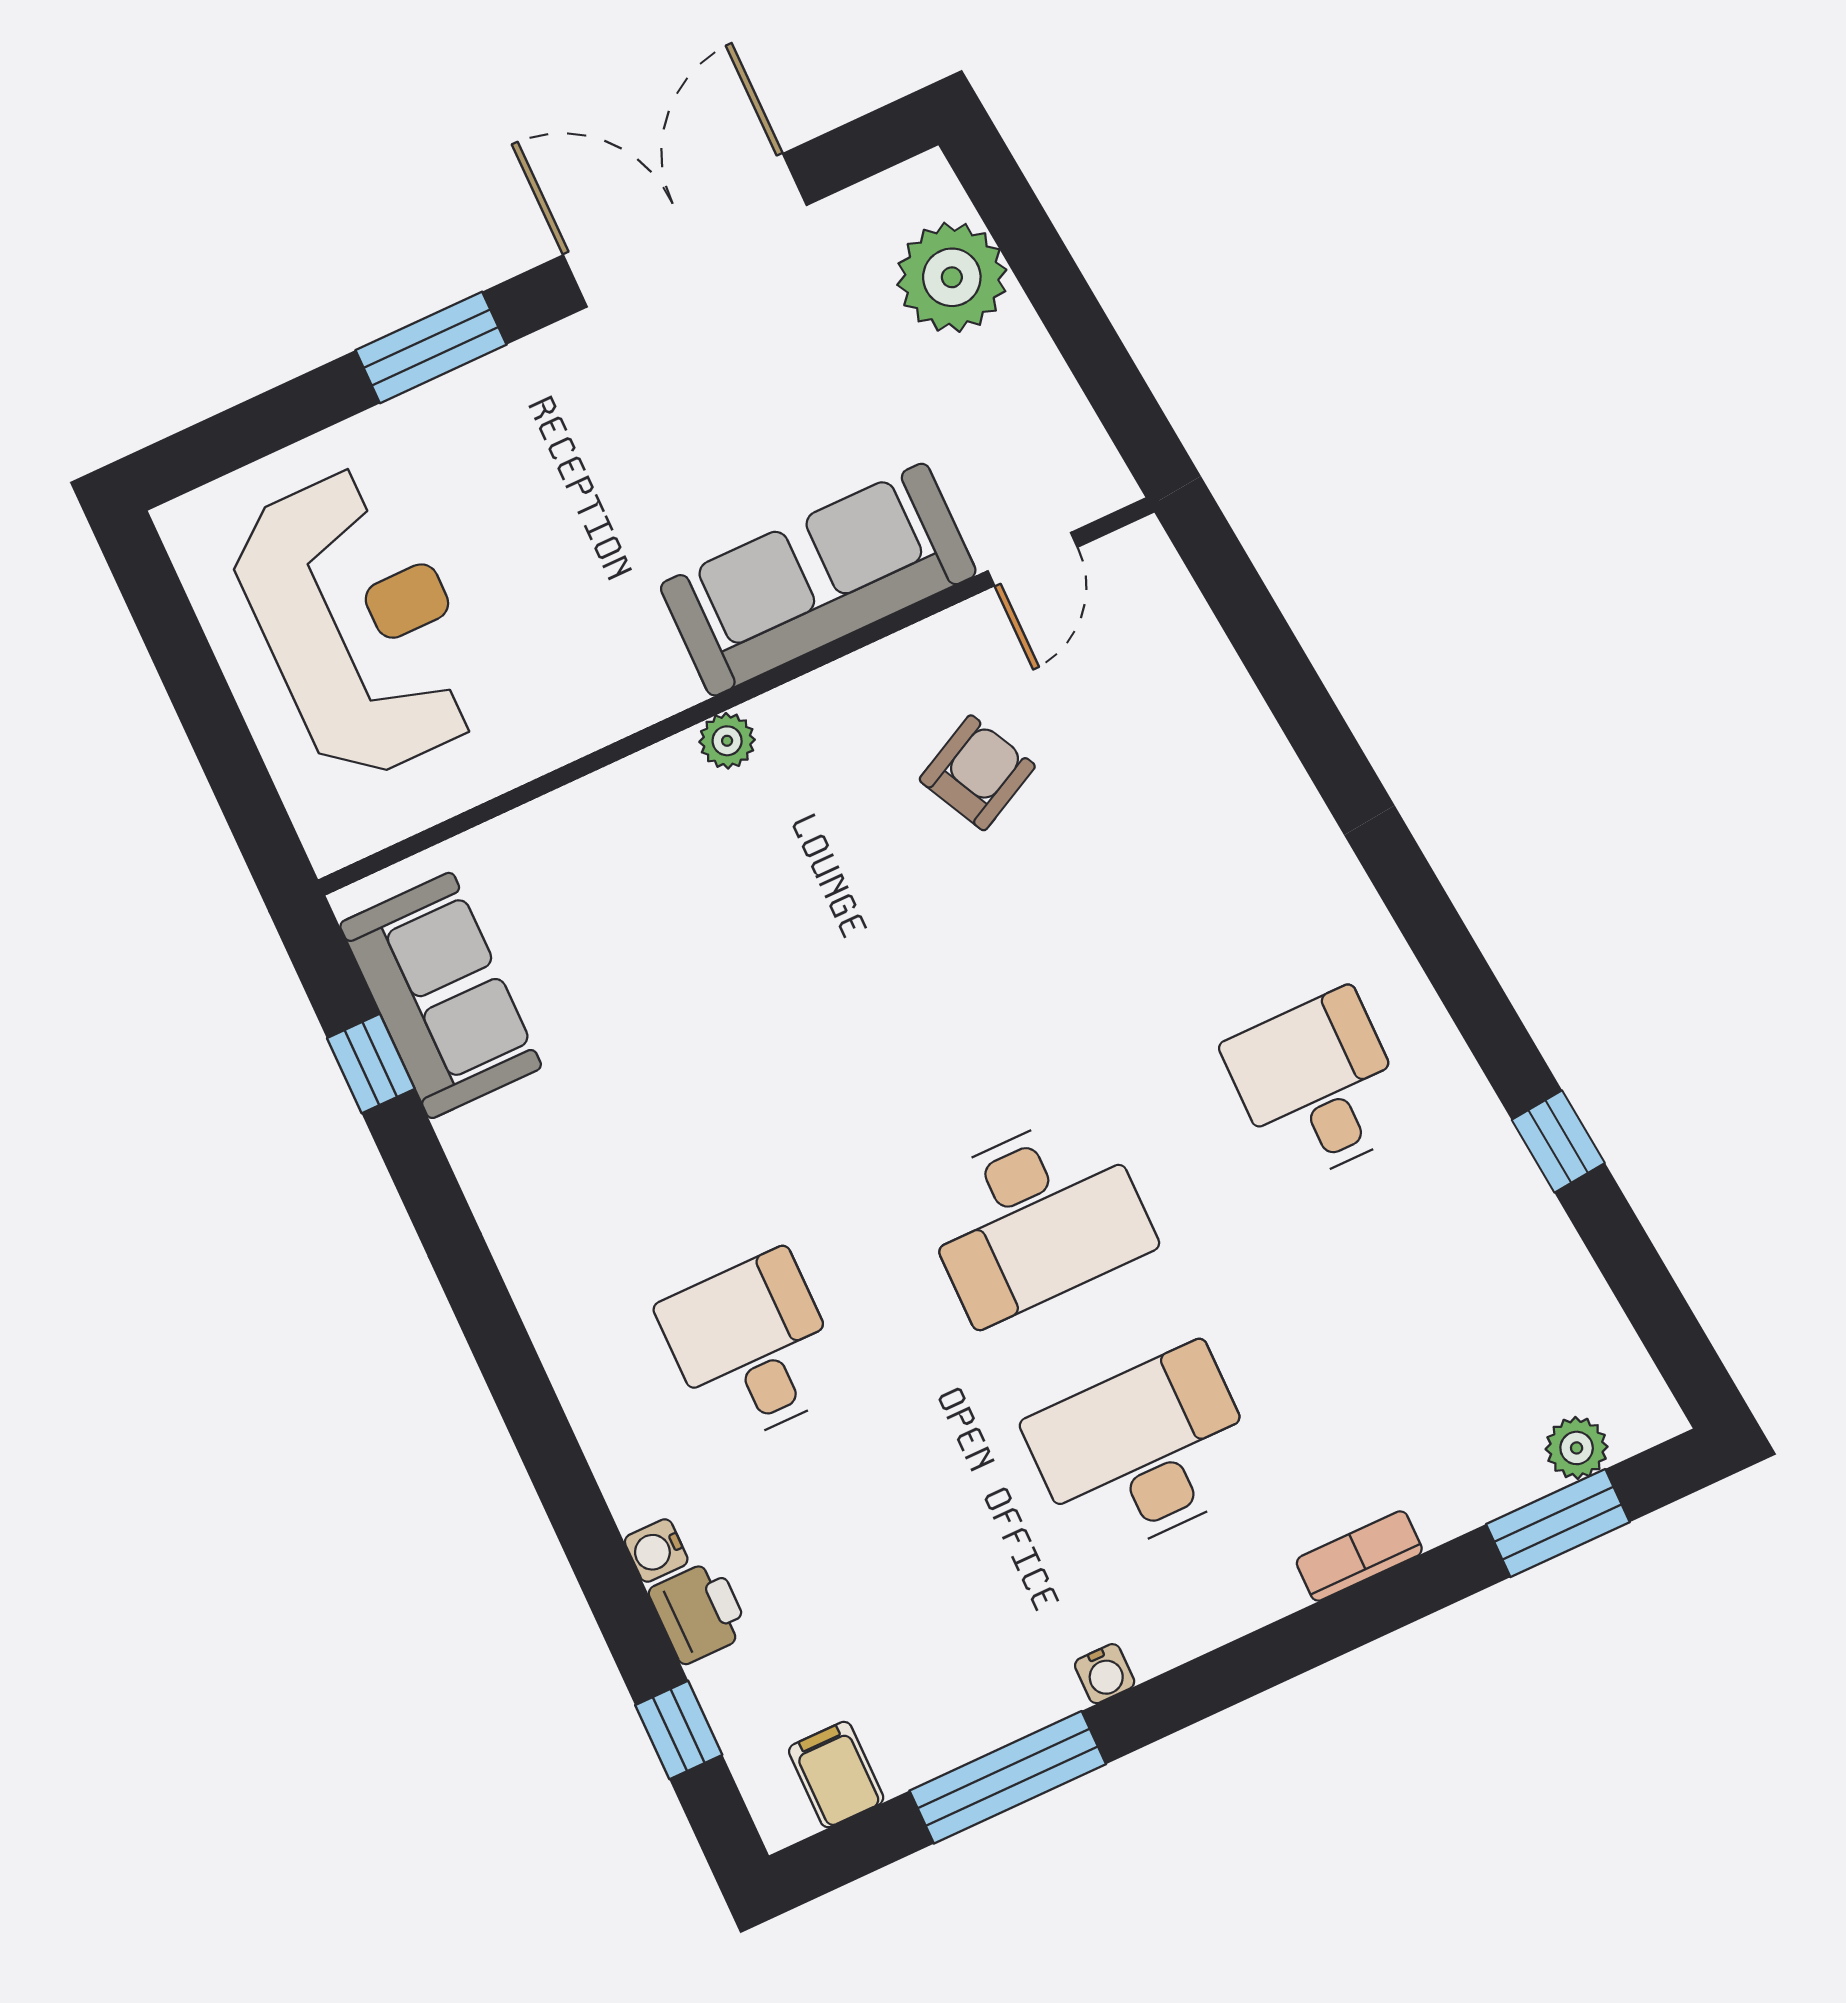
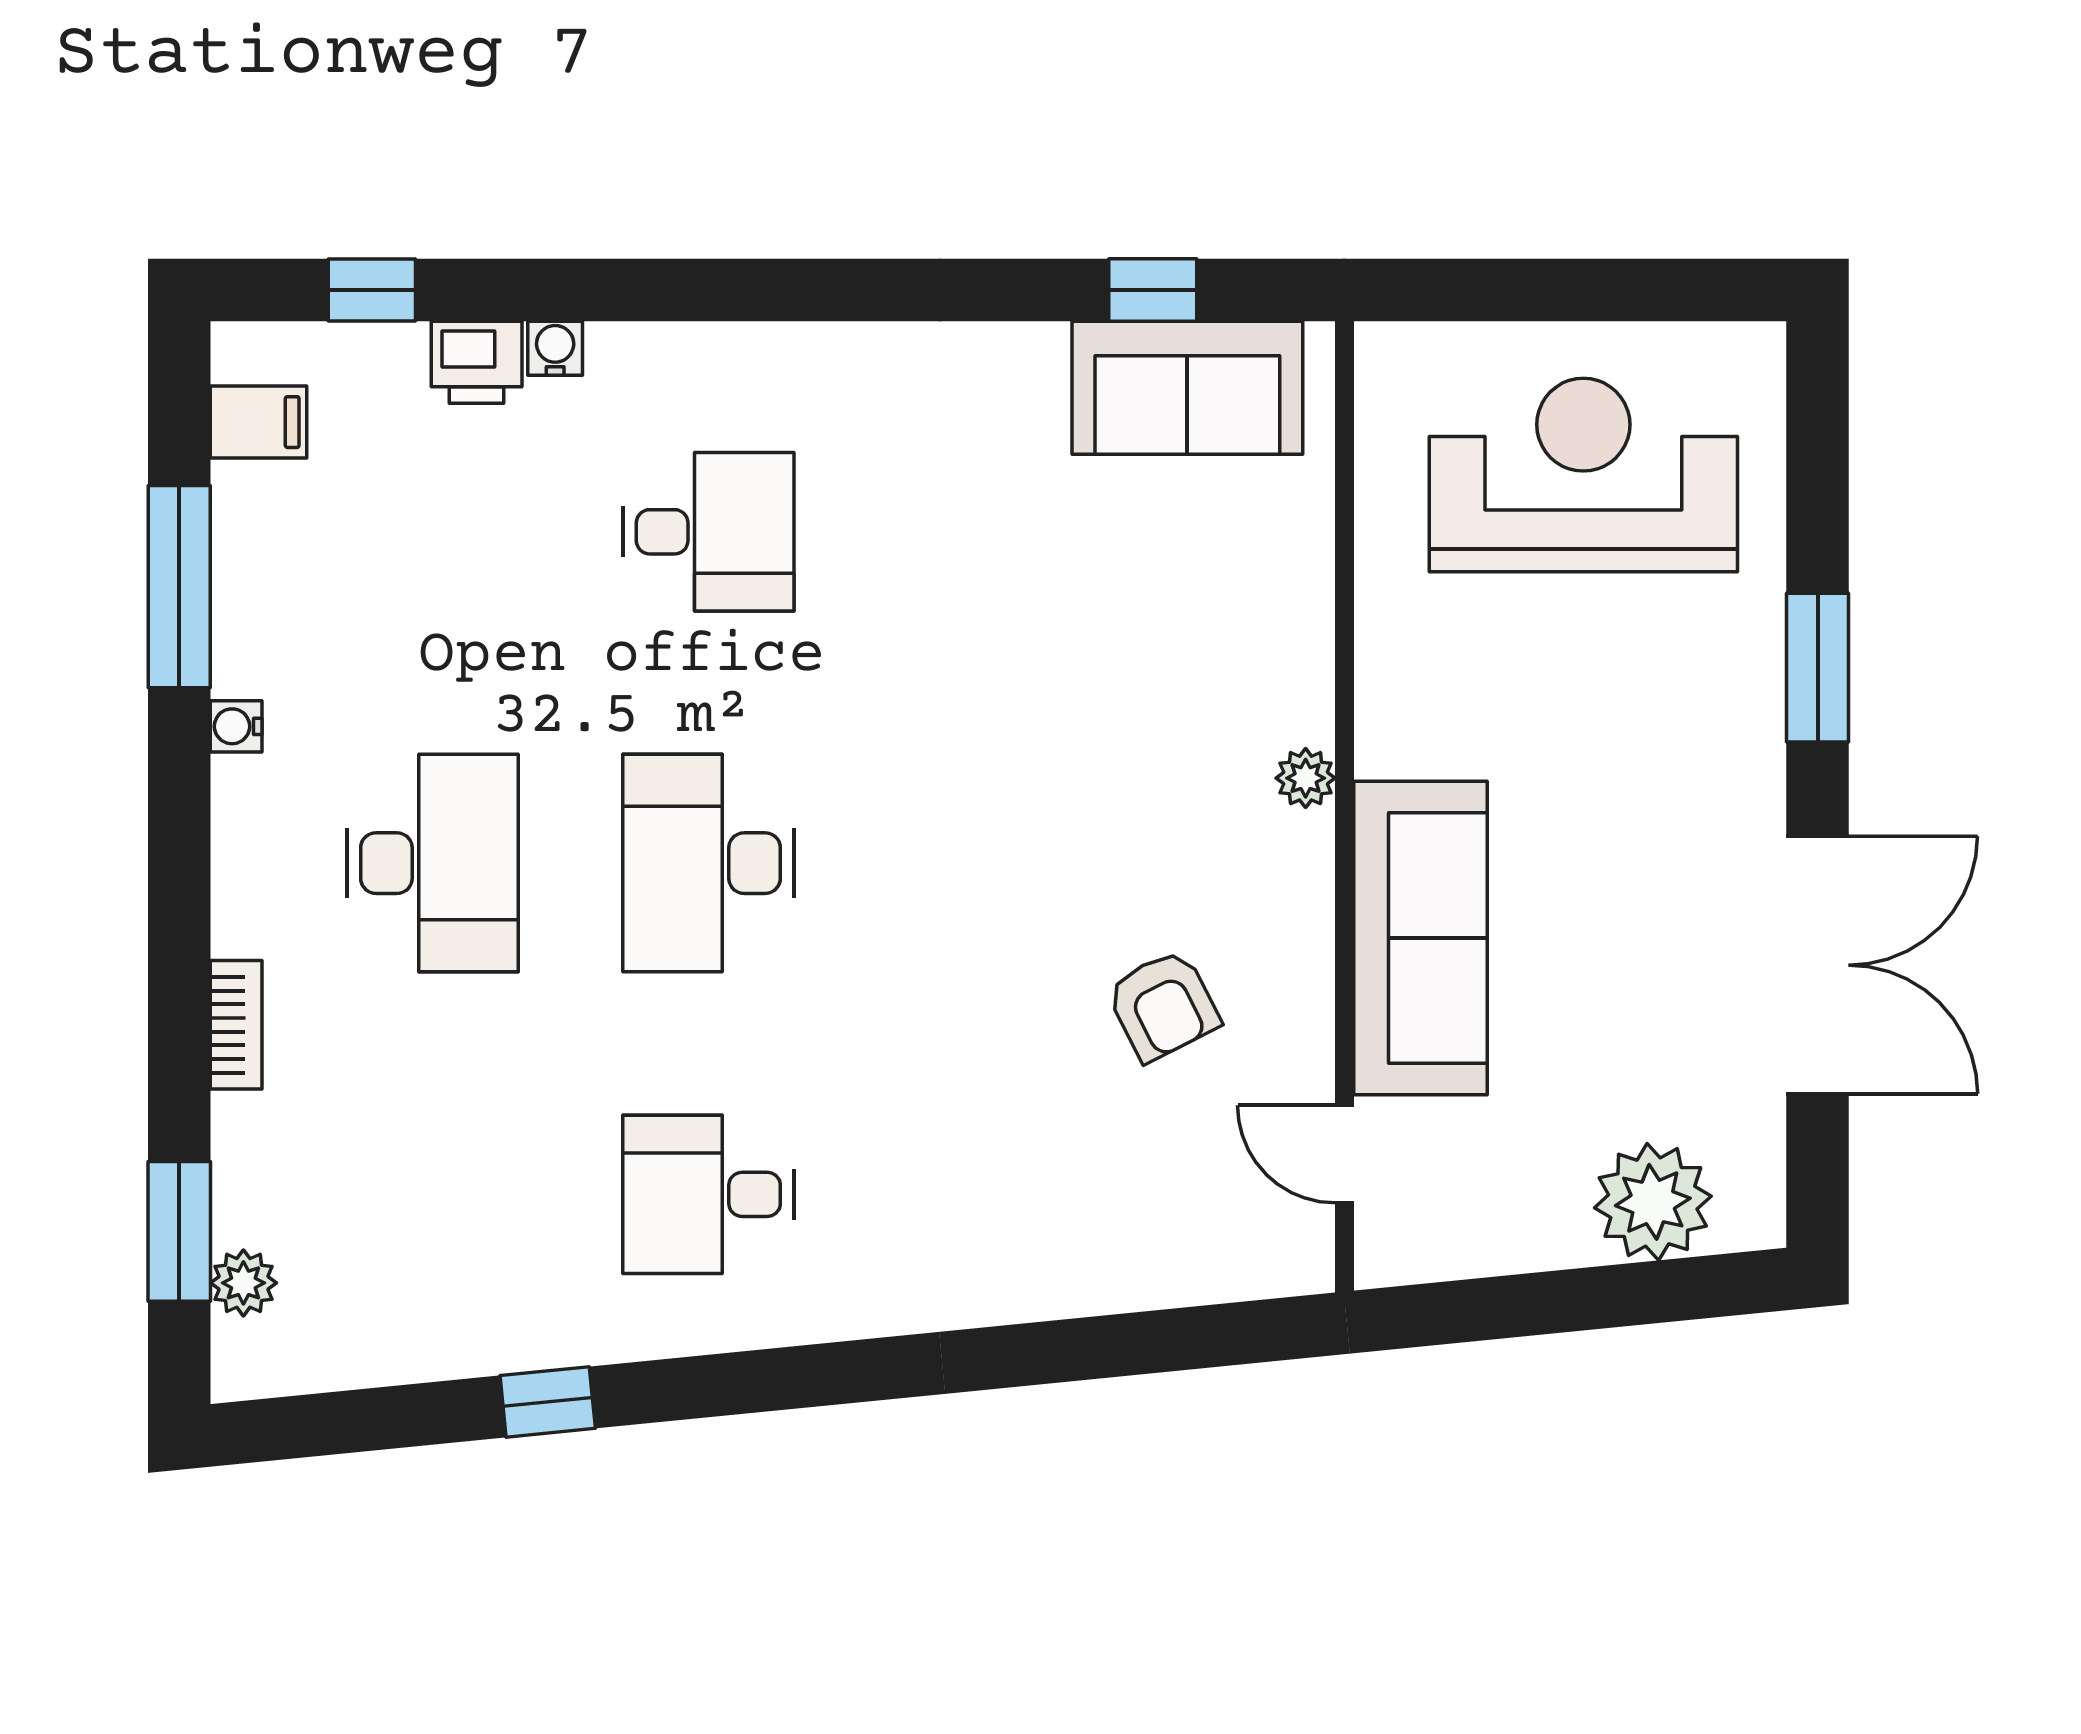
reception desk: (359, 623) -> (1583, 475), turned 180
desk: (1318, 1086) -> (708, 1194), turned 180

